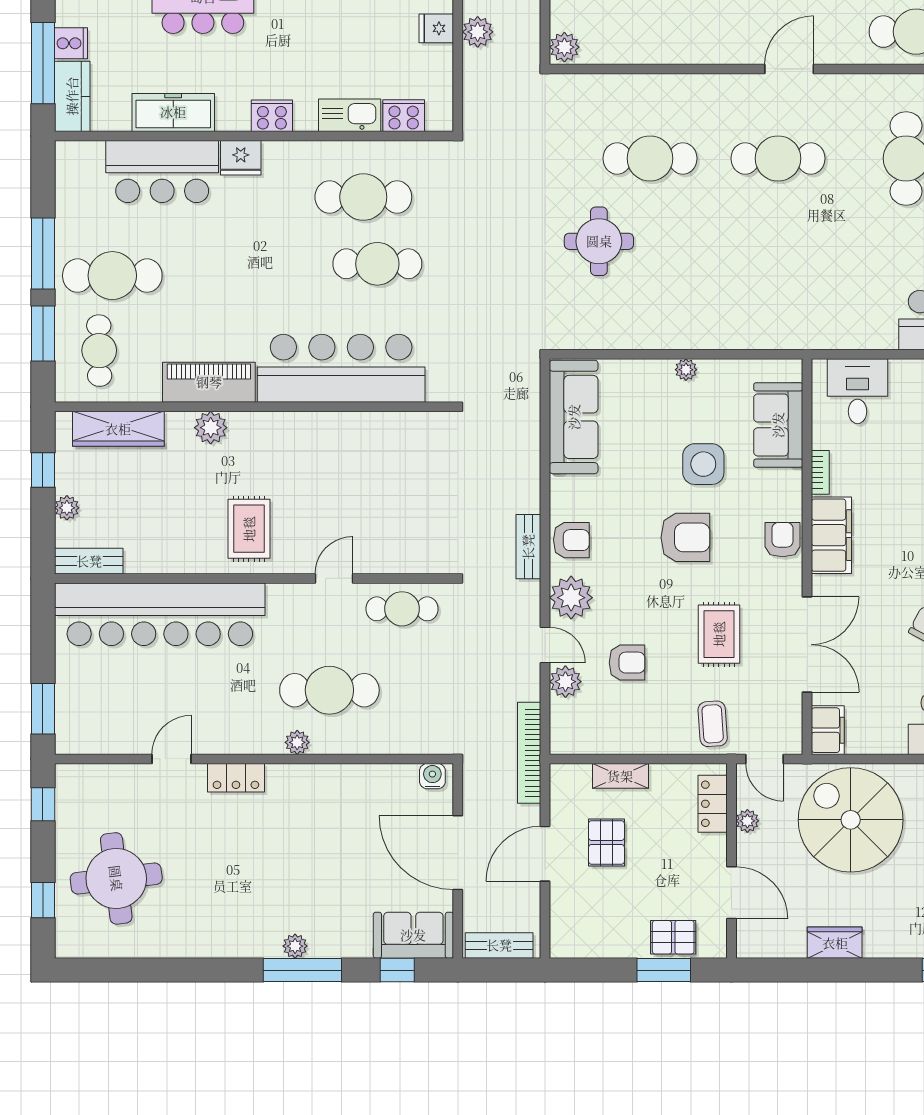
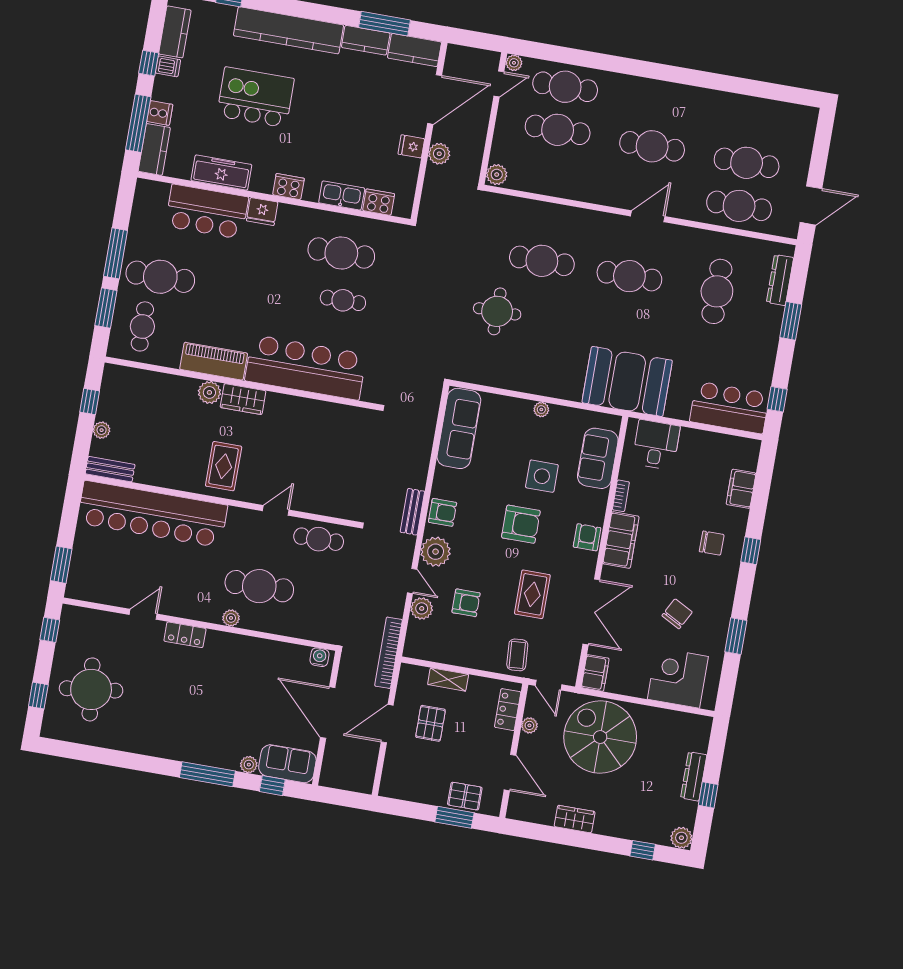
cafe table: (377, 264) -> (343, 300), width x0.73, depth x0.74
booth: (801, 309) -> (627, 381), added
wardrobe: (118, 429) -> (243, 399), moved, width x0.67
bench: (499, 945) -> (345, 781), removed
plant: (295, 946) -> (249, 765), moved

